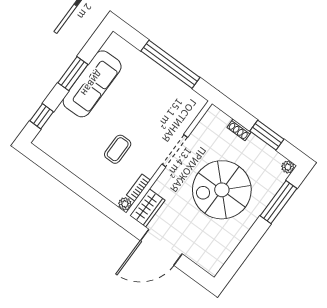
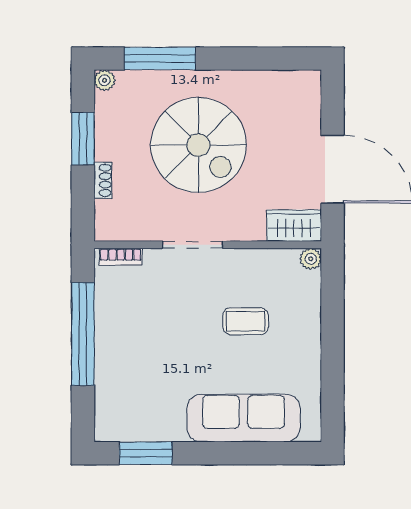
window: (73, 74) -> (146, 453), moved
sofa: (92, 84) -> (244, 418), moved
window: (42, 116) -> (276, 453), removed
bookcase: (138, 188) -> (121, 257), moved

